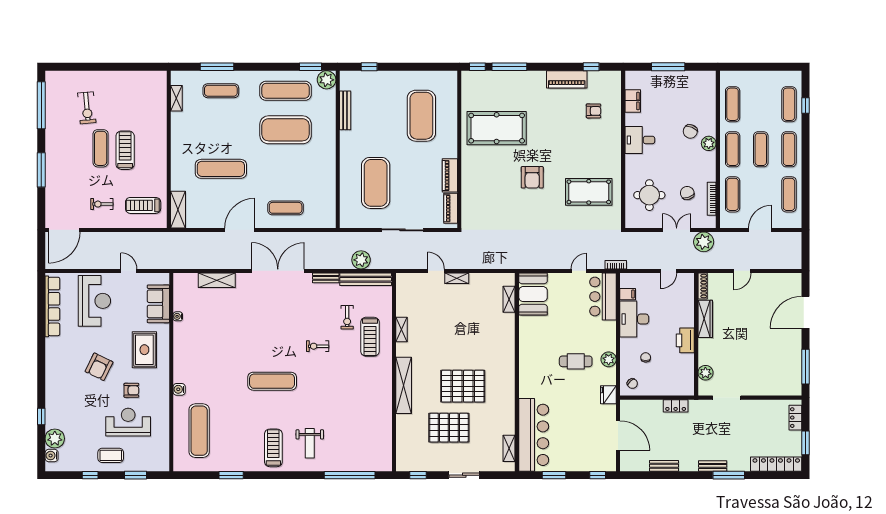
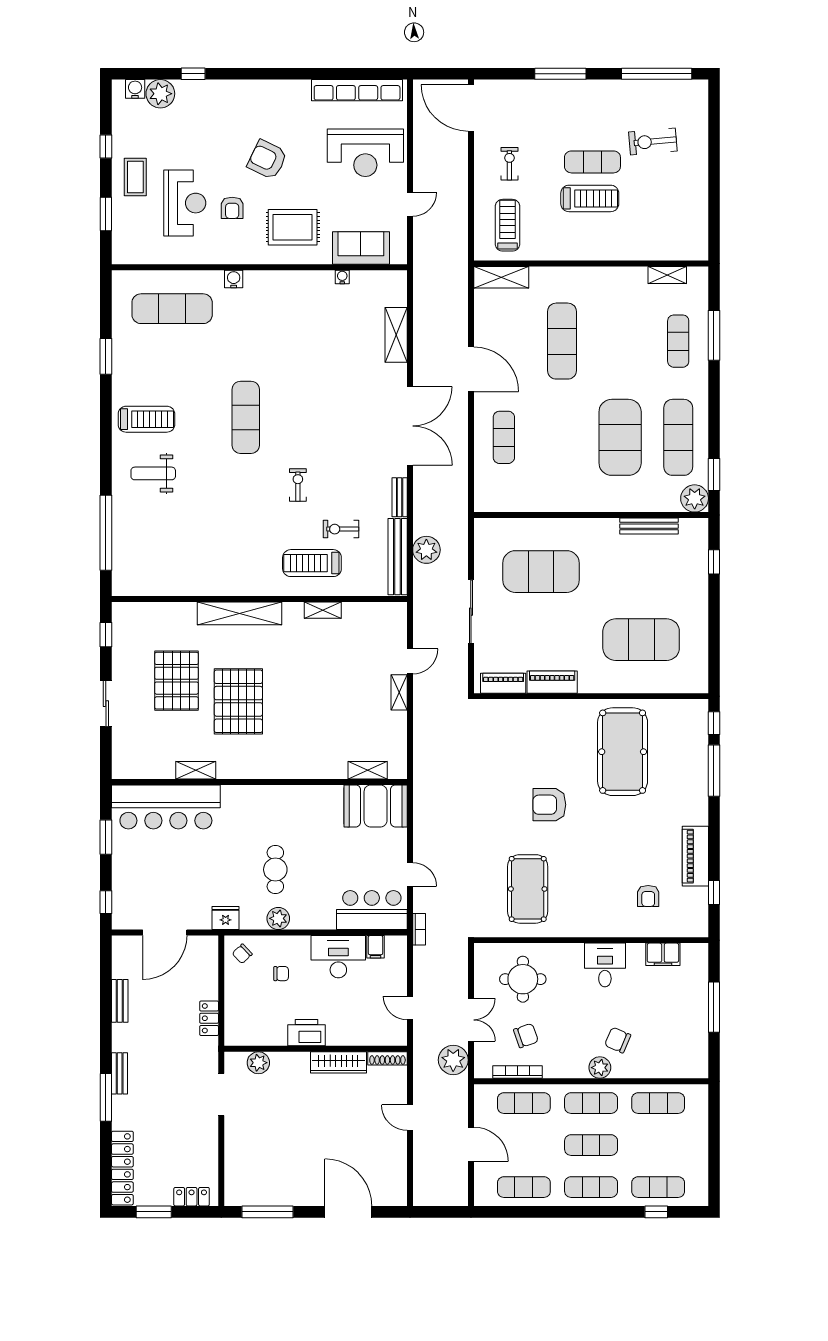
shelving: (509, 448) -> (196, 770), moved

